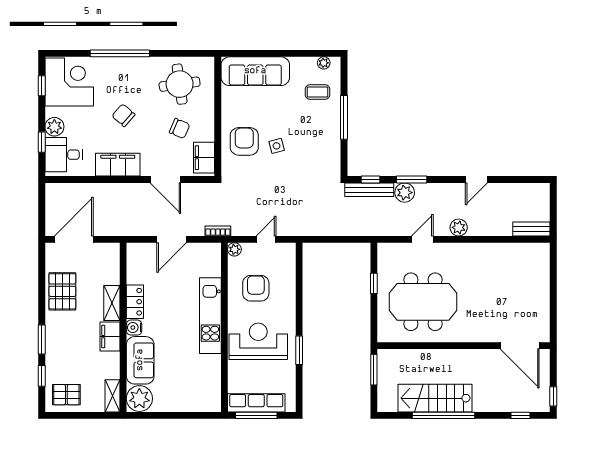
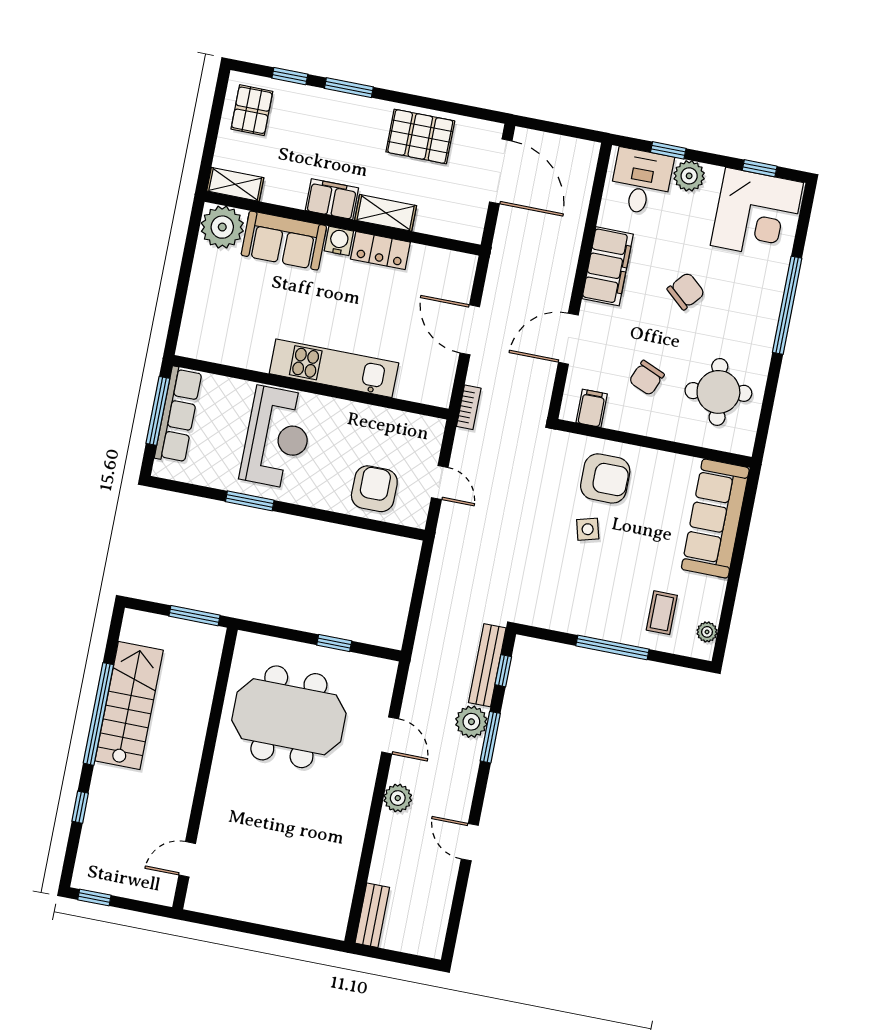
filing cabinet: (204, 158) -> (592, 408), width x0.50
plant: (234, 249) -> (434, 428), removed
armchair: (256, 288) -> (374, 489), moved, turned -90
meeting table: (423, 302) -> (289, 717), turned 90
door: (520, 346) -> (187, 859), width x0.53
window: (520, 415) -> (80, 807), moved

